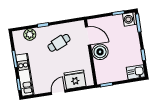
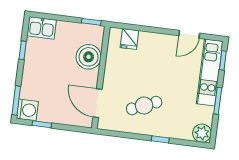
plant: (30, 34) -> (202, 133), moved
boiler: (100, 52) -> (89, 57), moved
fridge: (75, 80) -> (129, 39), width x0.53, depth x0.75
door: (58, 92) -> (189, 34), moved

